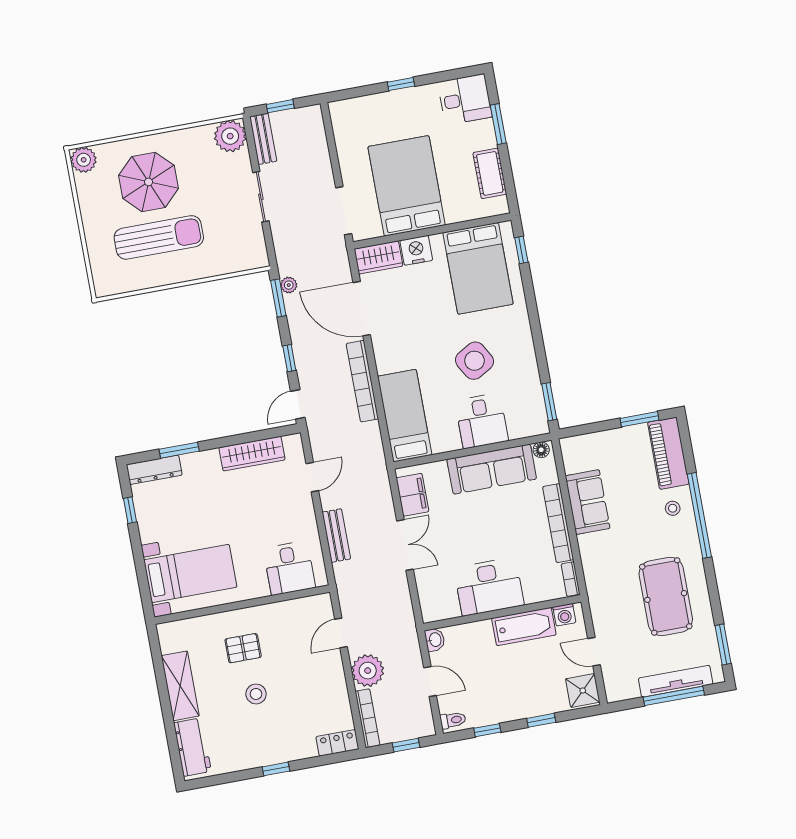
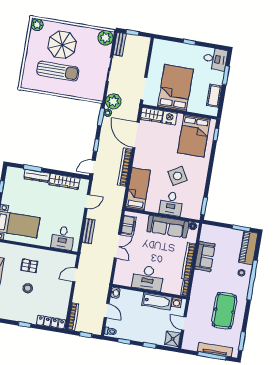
dresser: (154, 470) -> (37, 176), moved
plant: (368, 671) -> (113, 101), moved
locker: (337, 743) -> (51, 322), width x1.53

